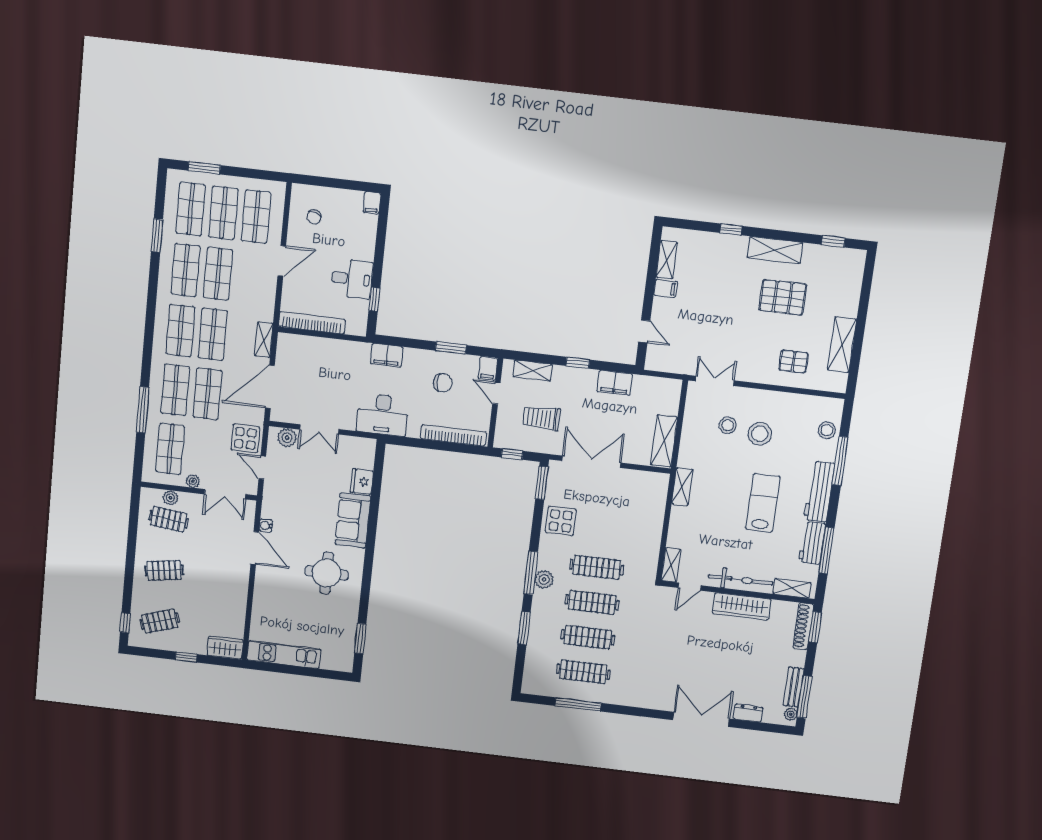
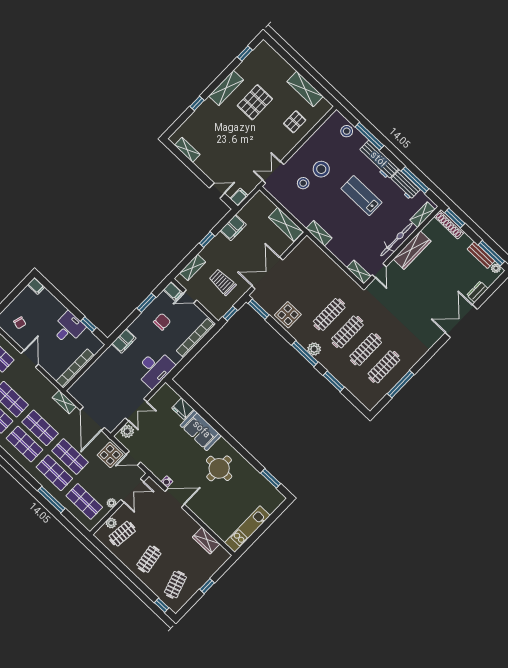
filing cabinet: (666, 288) -> (239, 197), moved
trolley: (542, 418) -> (222, 282), turned 90
wardrobe: (225, 648) -> (206, 540), moved, turned -90

